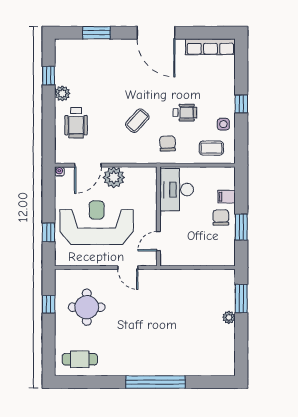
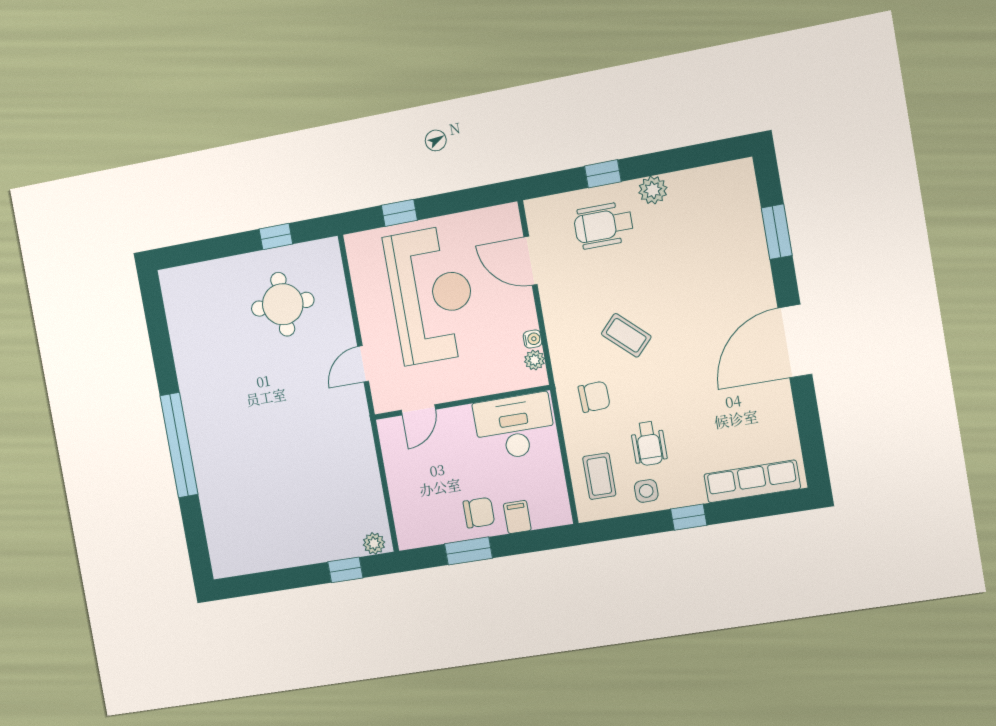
row of seats: (210, 47) -> (752, 481), moved, turned 90
window: (49, 76) -> (603, 174), moved
wheelchair: (185, 113) -> (649, 443), moved
water cooler: (59, 171) -> (532, 339), moved
plant: (114, 177) -> (534, 360), moved, width x0.53, depth x0.53
door: (158, 241) -> (418, 410), swing flipped
window: (241, 299) -> (345, 570), width x0.67
plant: (229, 317) -> (374, 543), moved
cafe table: (80, 359) -> (193, 308), removed

